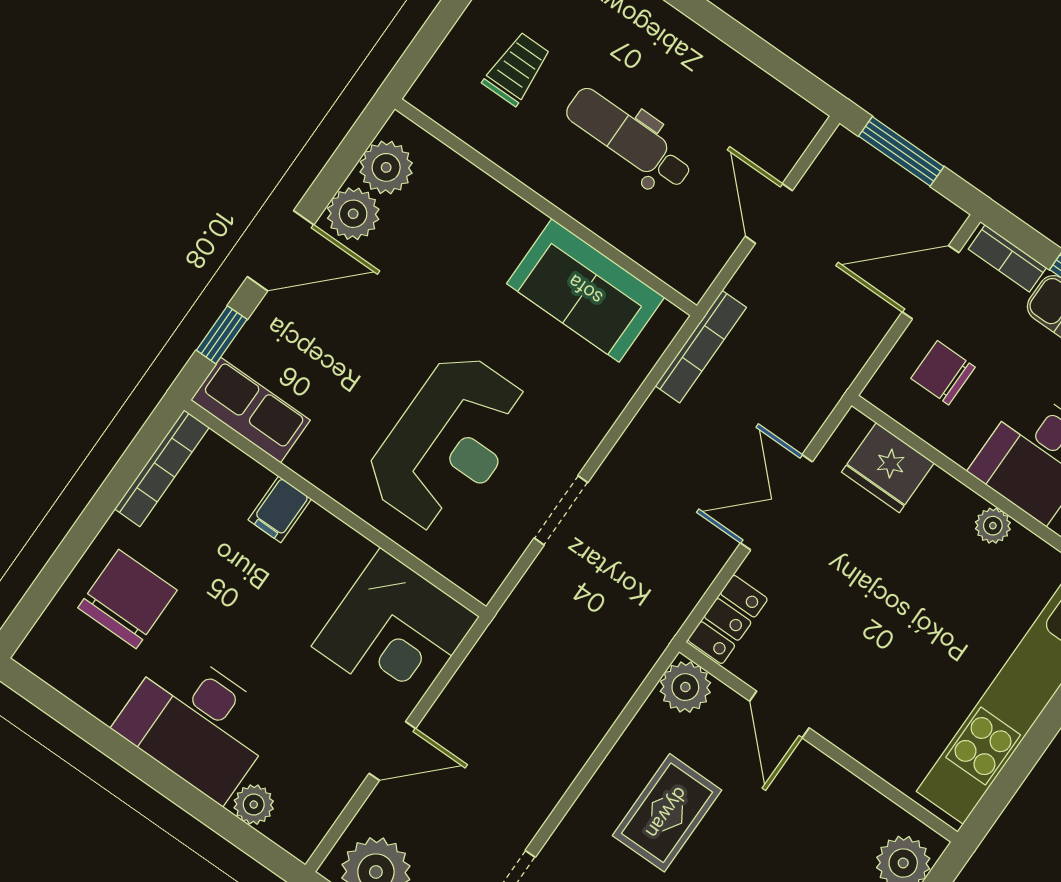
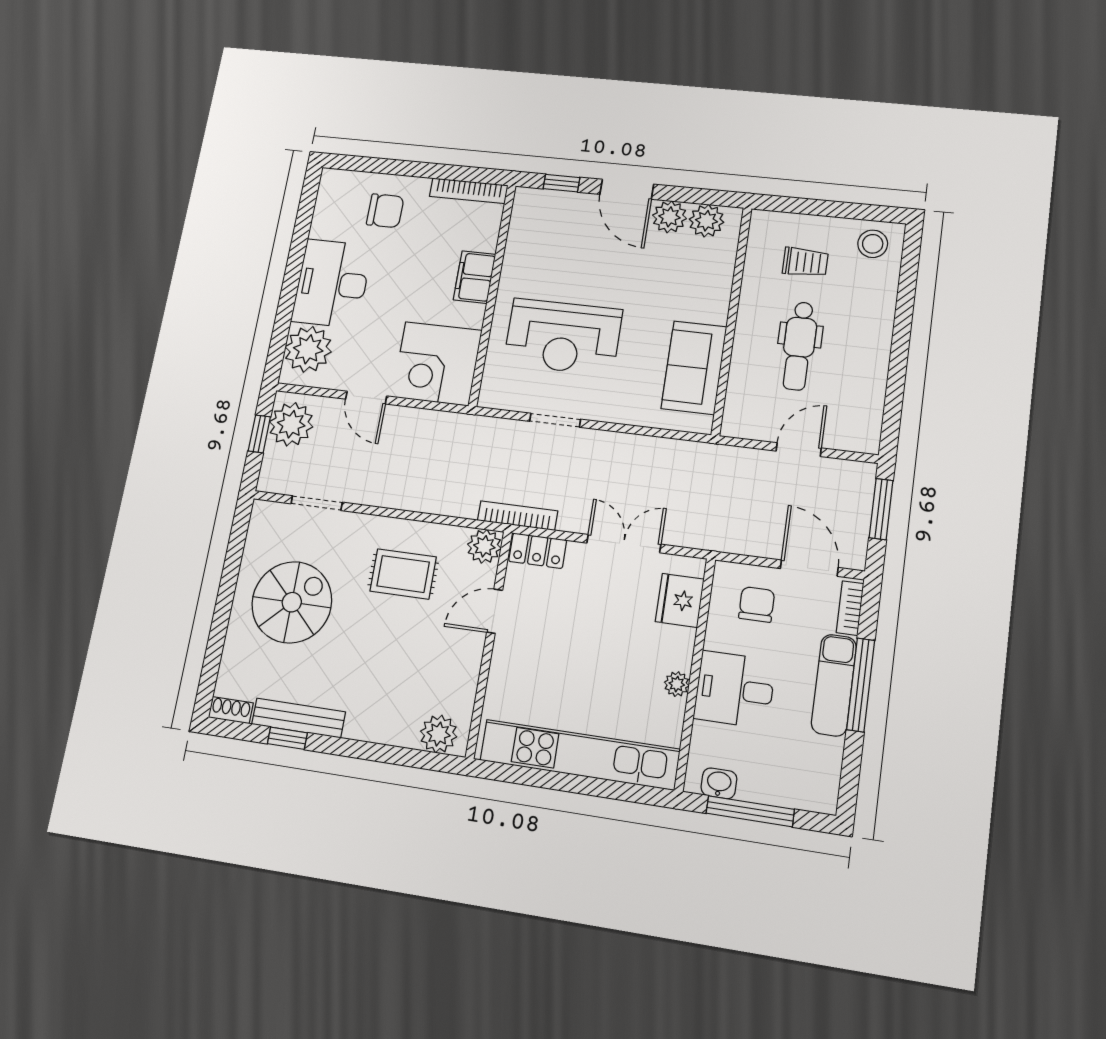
dental chair: (629, 139) -> (799, 346), turned 180
bookcase: (701, 347) -> (518, 516), moved, turned 180
row of seats: (250, 410) -> (526, 220), removed
filing cabinet: (280, 509) -> (475, 277), width x2.00
chair: (127, 599) -> (385, 211), width x0.73, depth x0.73
plant: (254, 805) -> (308, 349), width x1.88, depth x1.88

